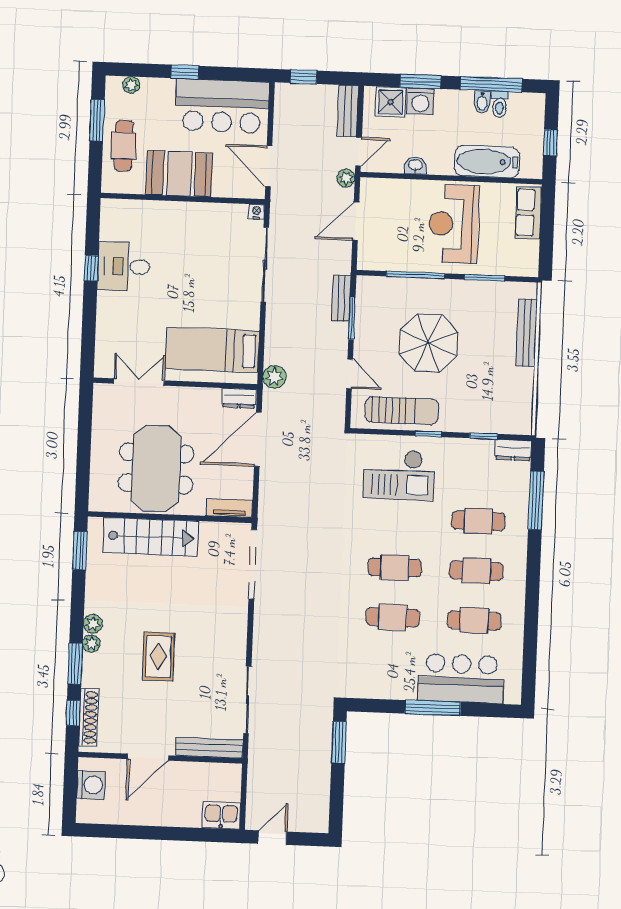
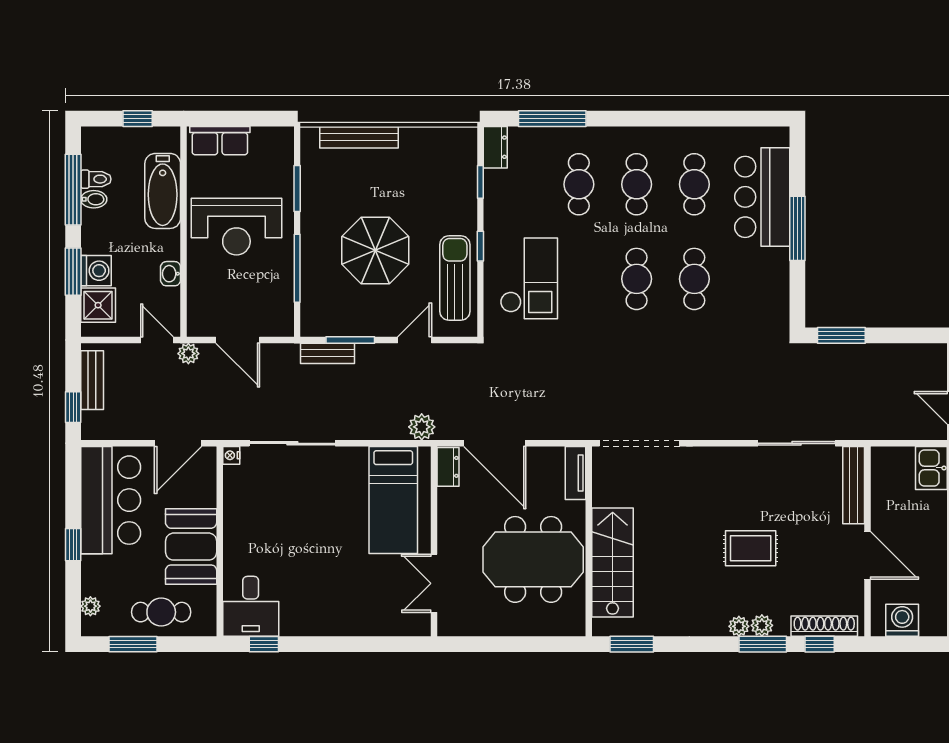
bench: (348, 111) -> (92, 380), moved, turned 90
desk: (124, 267) -> (251, 606), moved
window: (91, 268) -> (264, 644), moved
plant: (93, 624) -> (762, 625), moved

